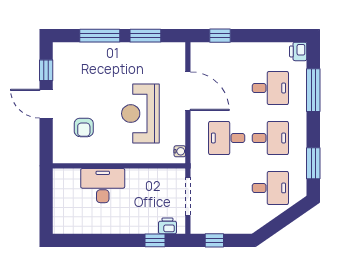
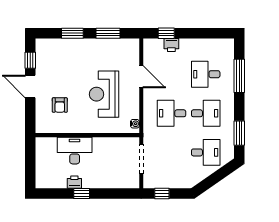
window: (100, 36) -> (72, 33), width x0.69
printer: (298, 51) -> (171, 45), moved, turned -90
desk: (270, 88) -> (206, 74), turned 180
door: (188, 91) -> (141, 77), width x0.73
printer: (167, 226) -> (74, 182), moved
window: (155, 240) -> (82, 193), moved

